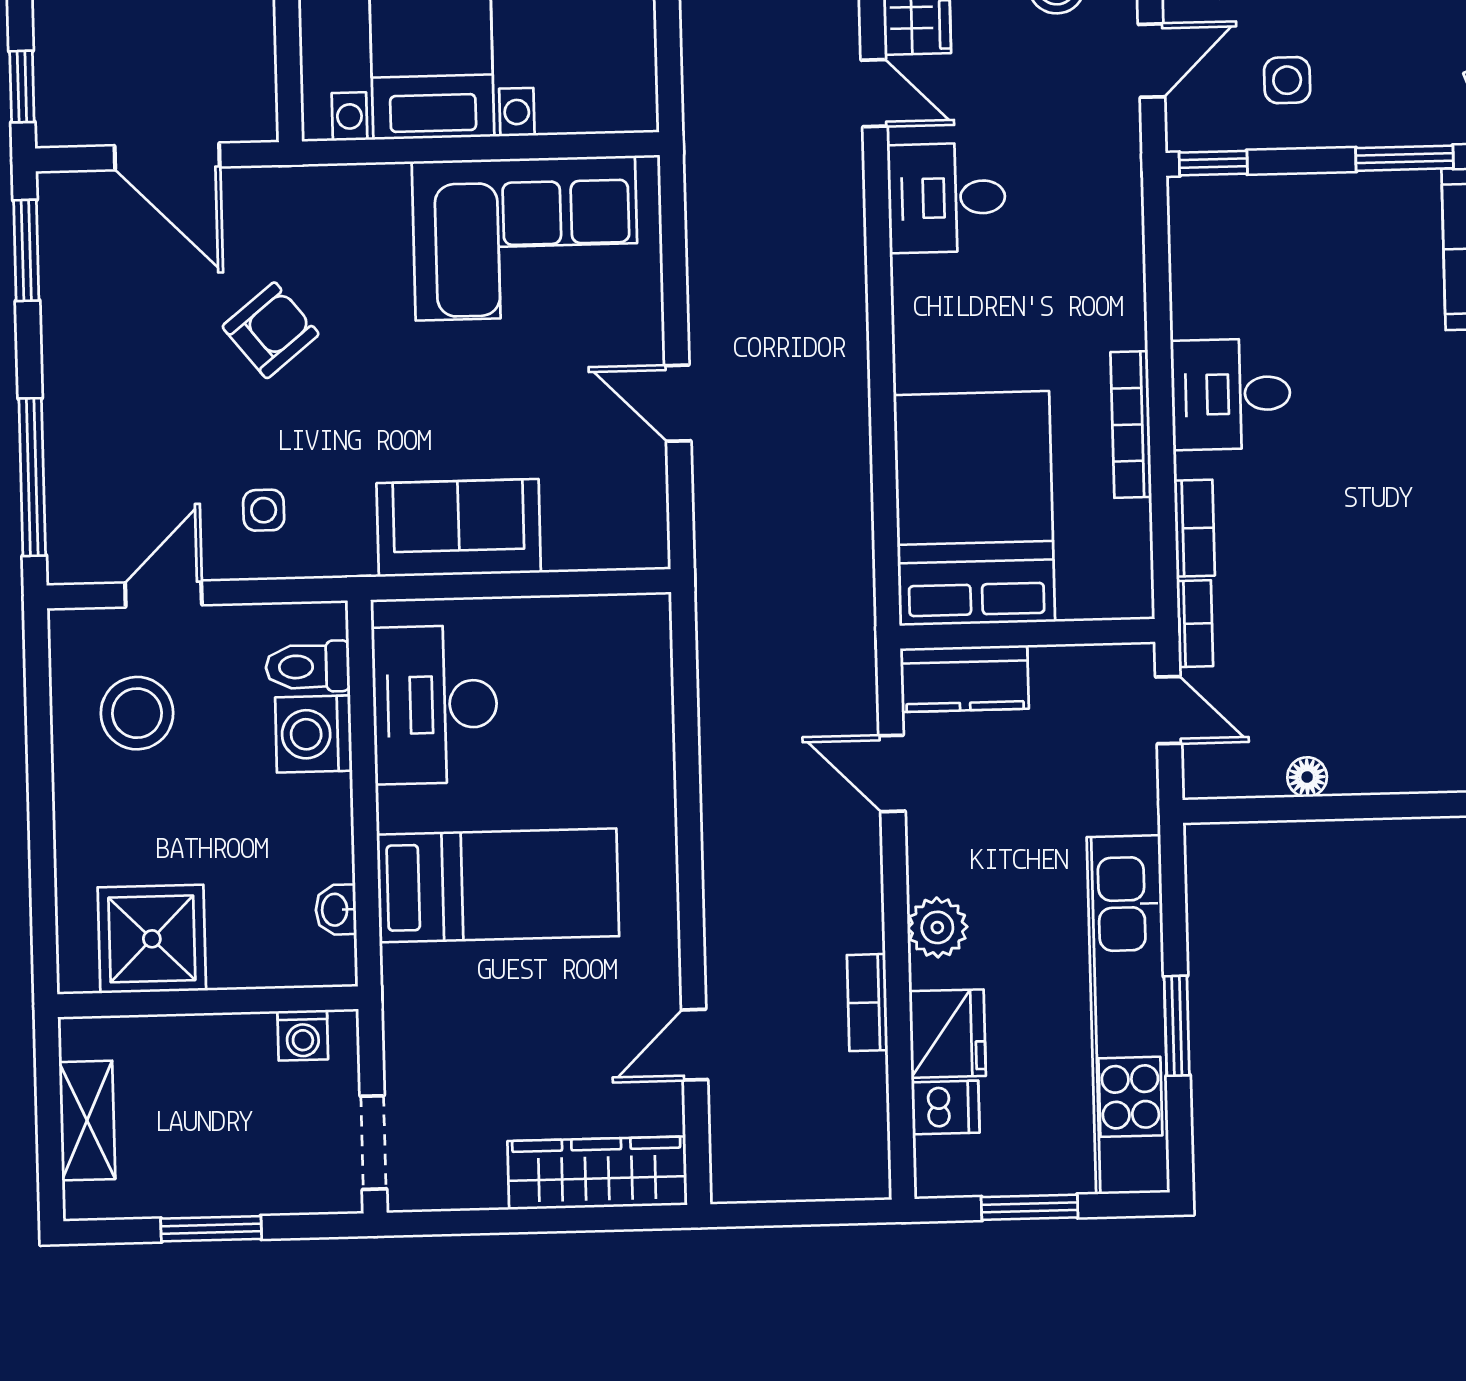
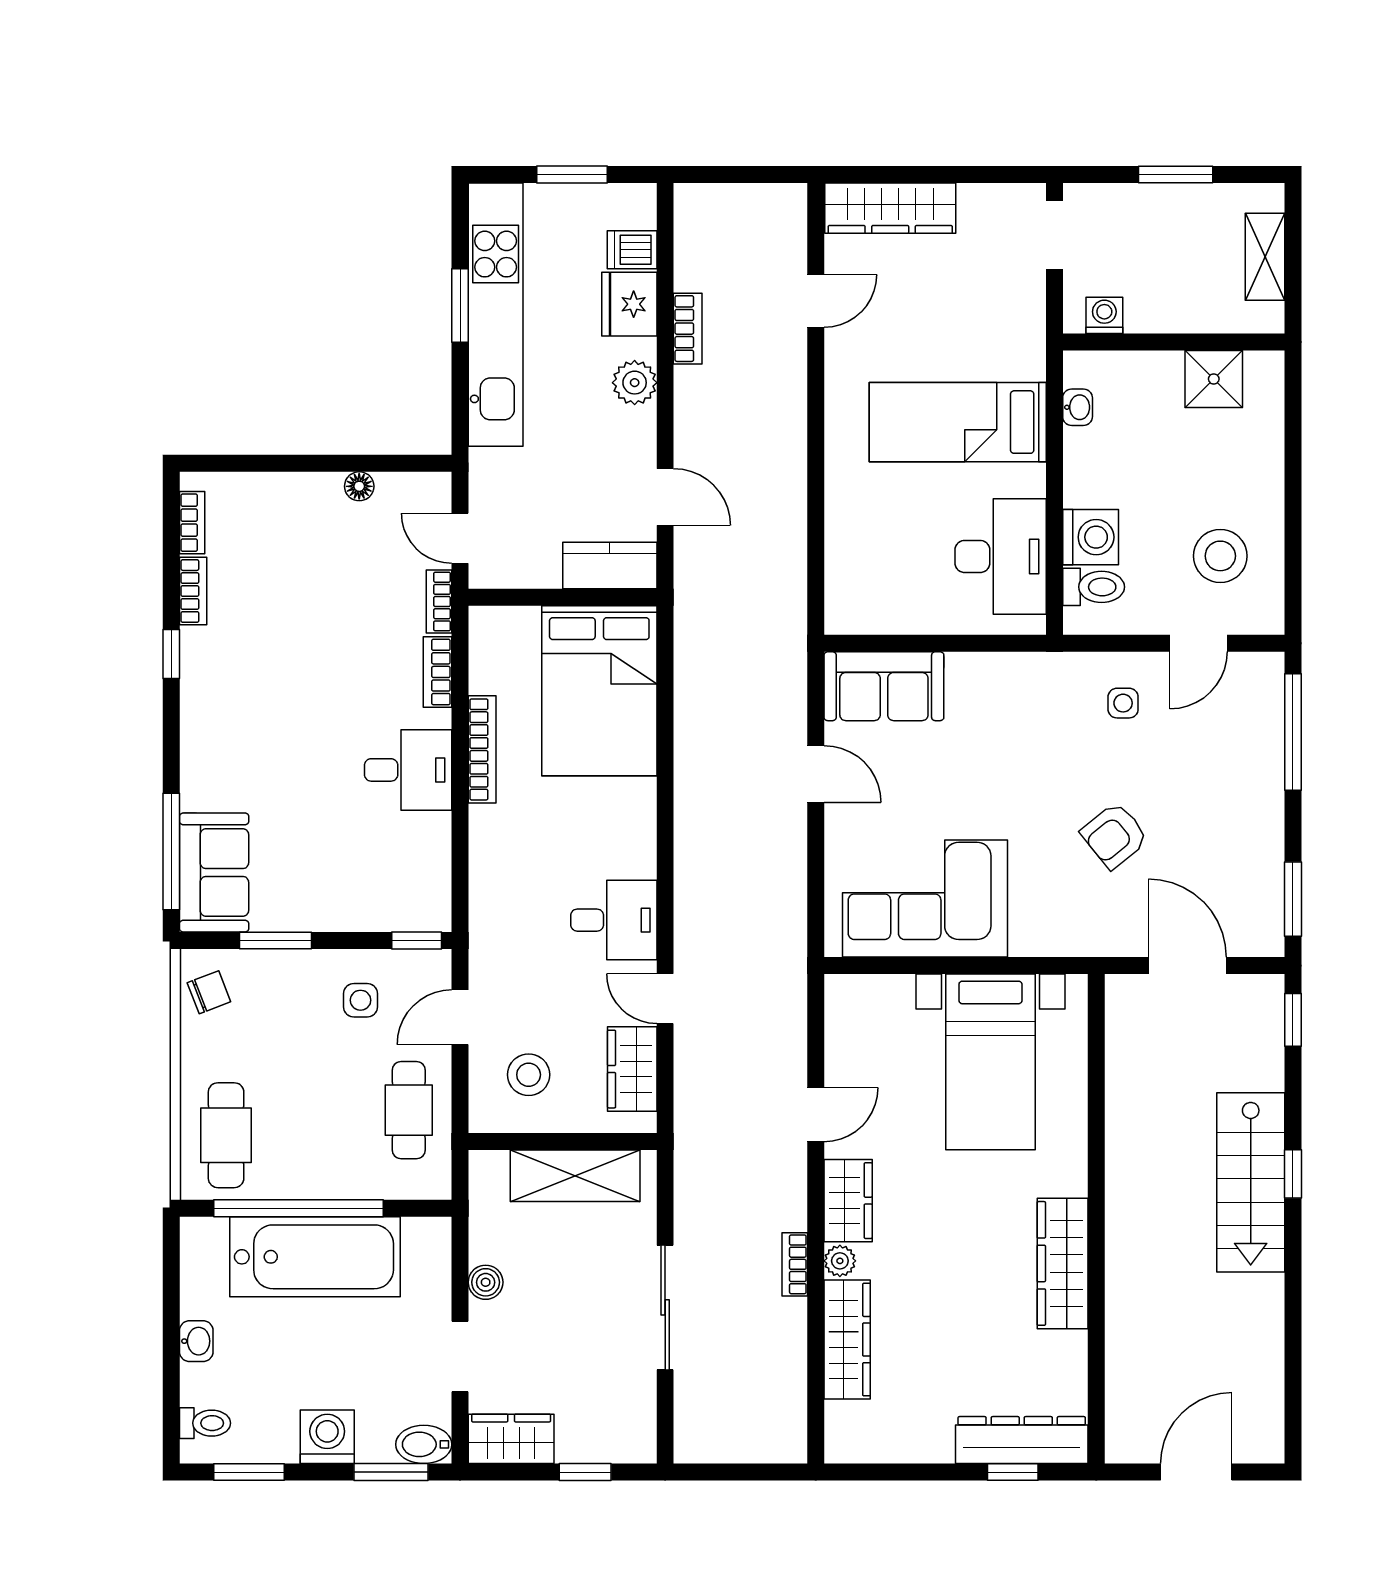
sofa: (459, 528) -> (884, 686), moved
shower: (152, 939) -> (1214, 379), width x0.73, depth x0.73

